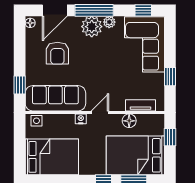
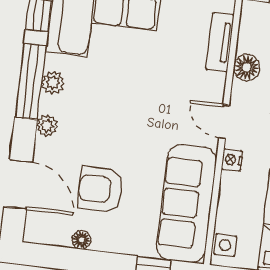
window: (94, 10) -> (31, 81), moved
floor lamp: (30, 23) -> (82, 240), moved
plant: (92, 27) -> (47, 126), width x0.53, depth x0.53
armchair: (57, 53) -> (101, 189), turned 180

